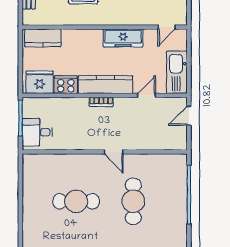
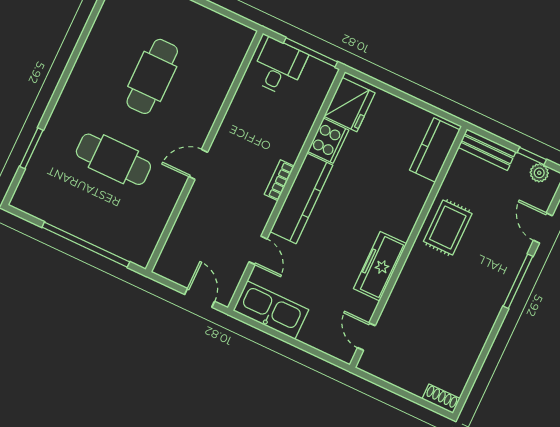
wall: (105, 27) -> (408, 247), moved
door: (167, 27) -> (366, 337), moved
kitchen counter: (43, 38) -> (435, 150), moved
freezer: (123, 38) -> (380, 266), moved

